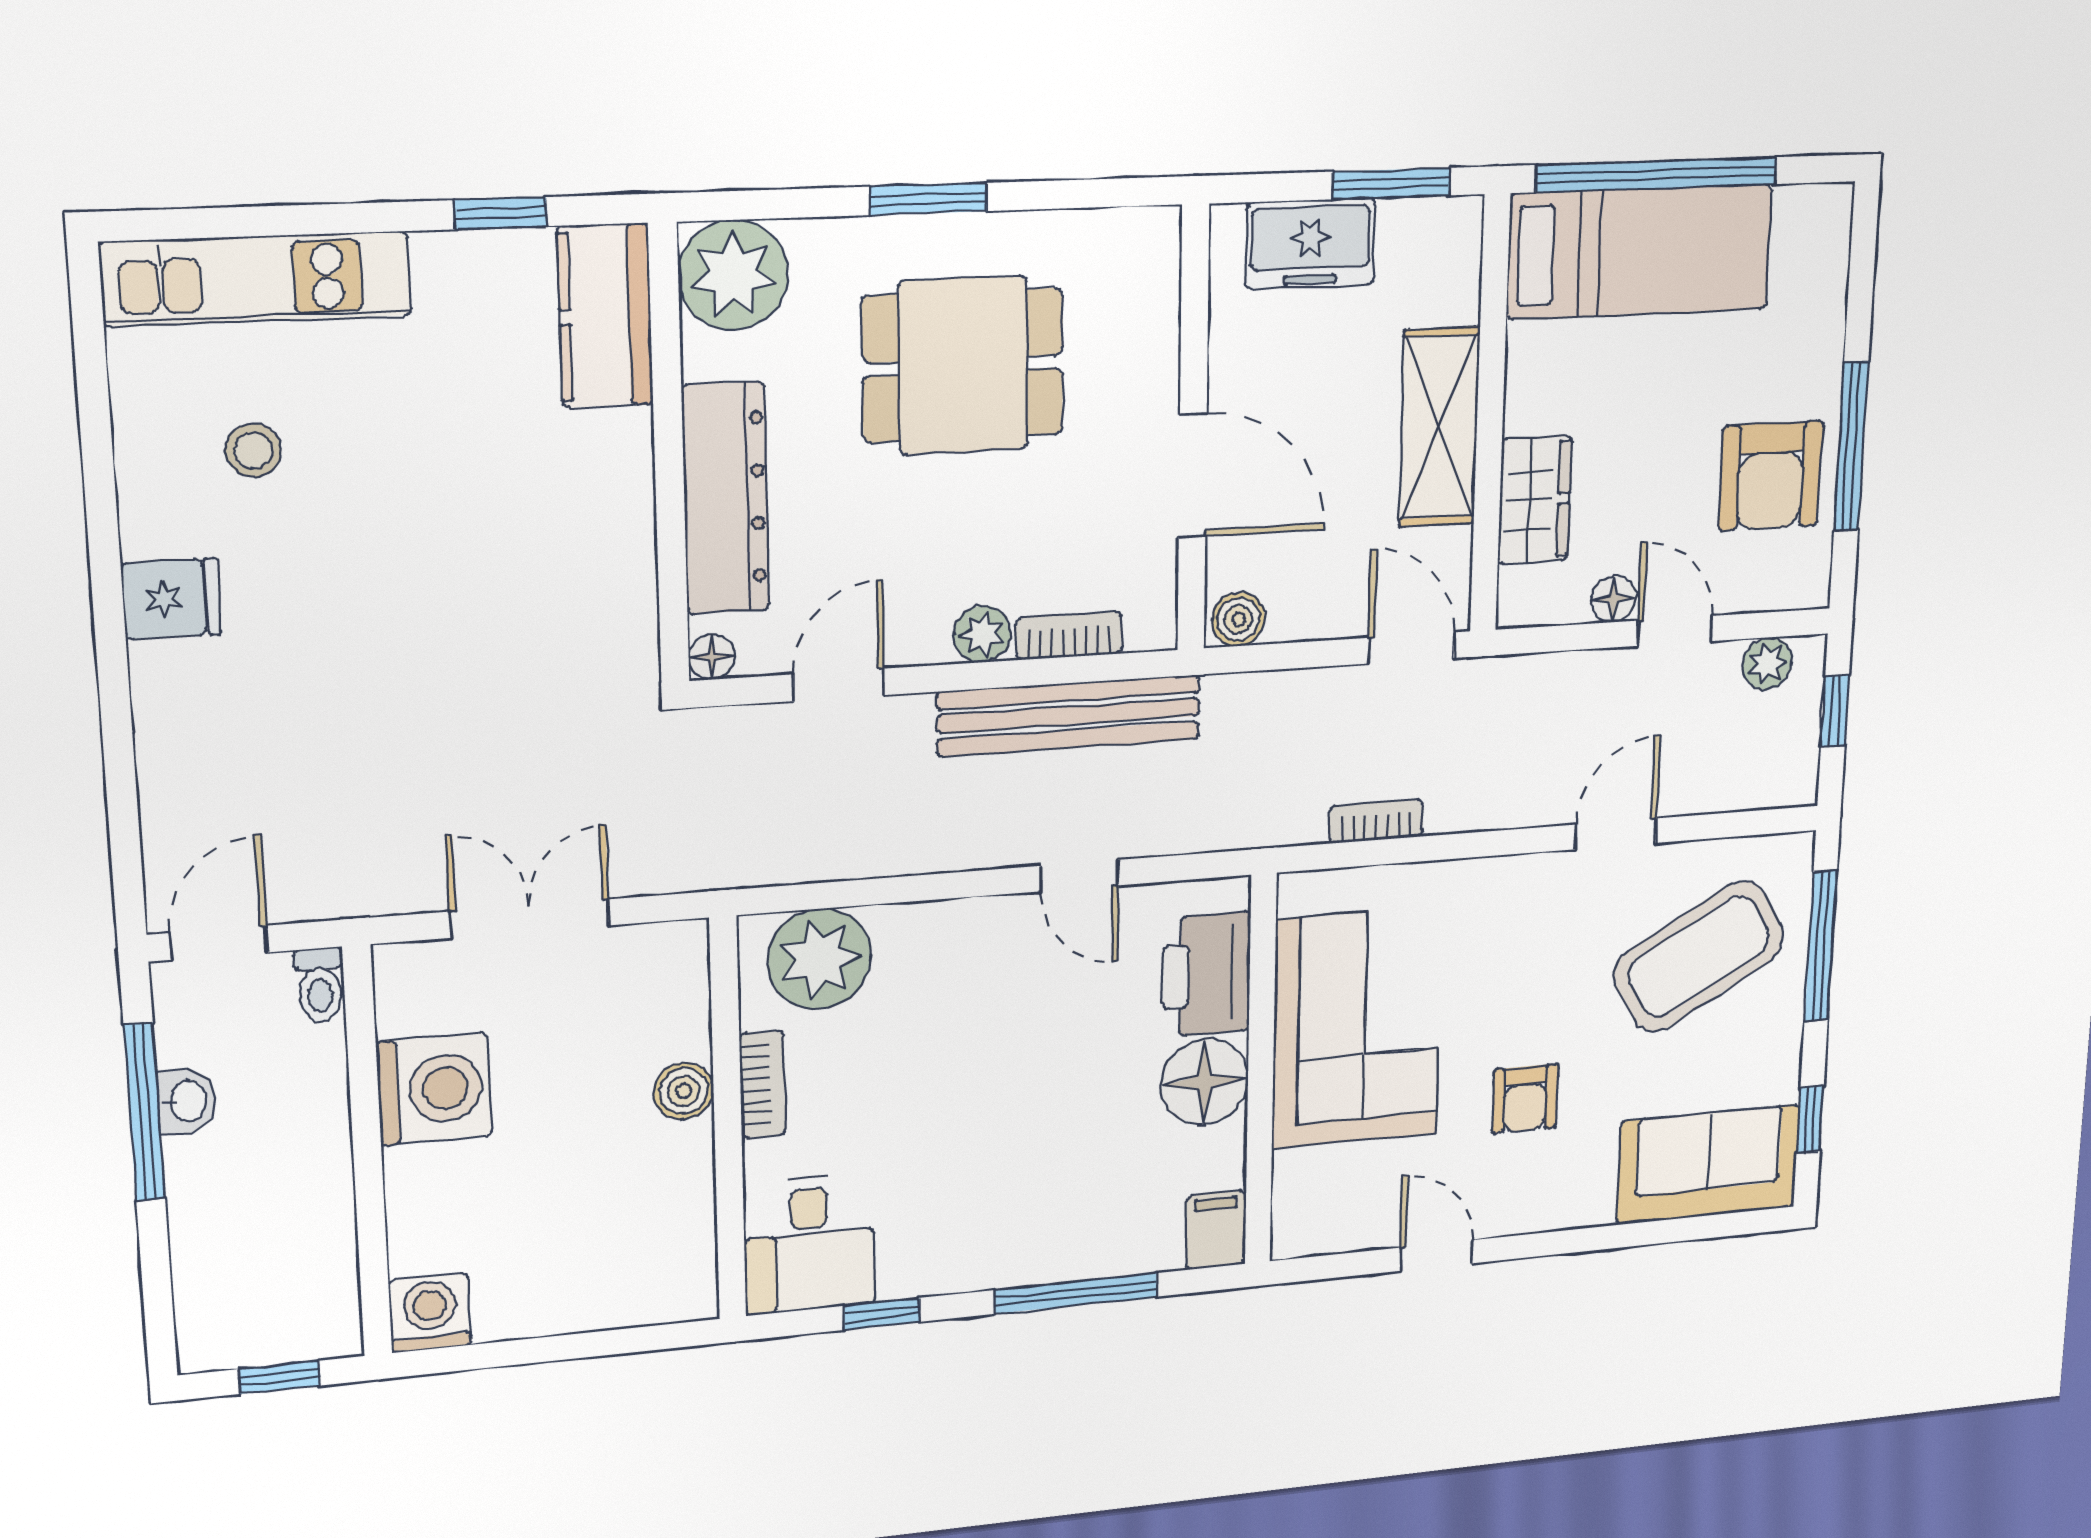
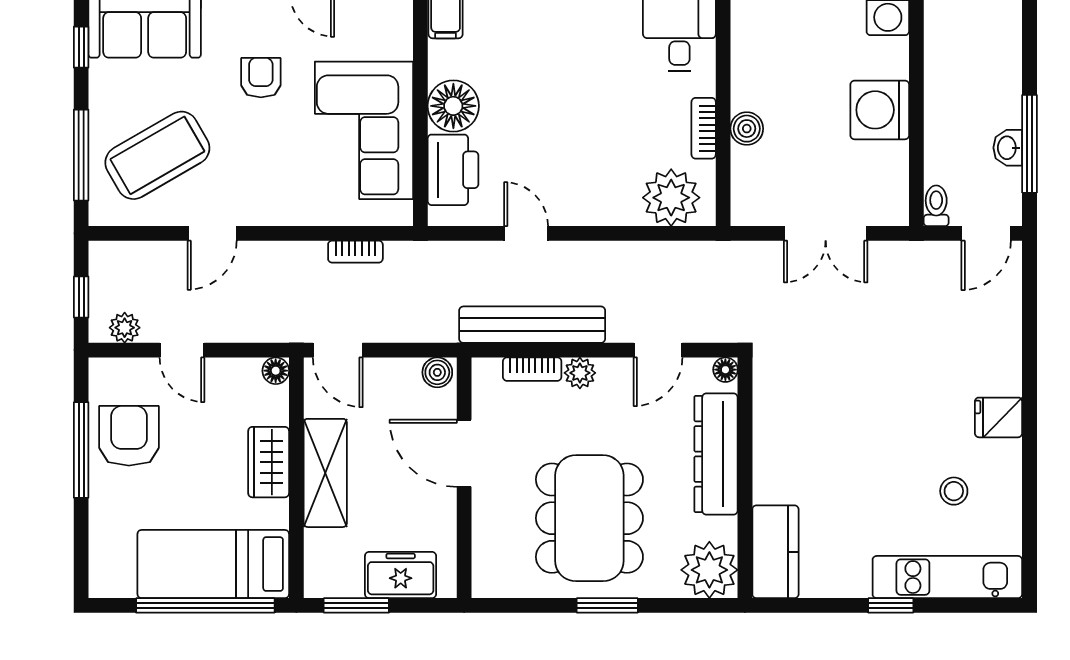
window: (501, 213) -> (891, 605), moved
dining table: (963, 365) -> (589, 518), width x1.38
wardrobe: (1535, 500) -> (269, 462), moved
floor lamp: (1614, 599) -> (276, 371), moved
washing machine: (434, 1089) -> (880, 110), moved

